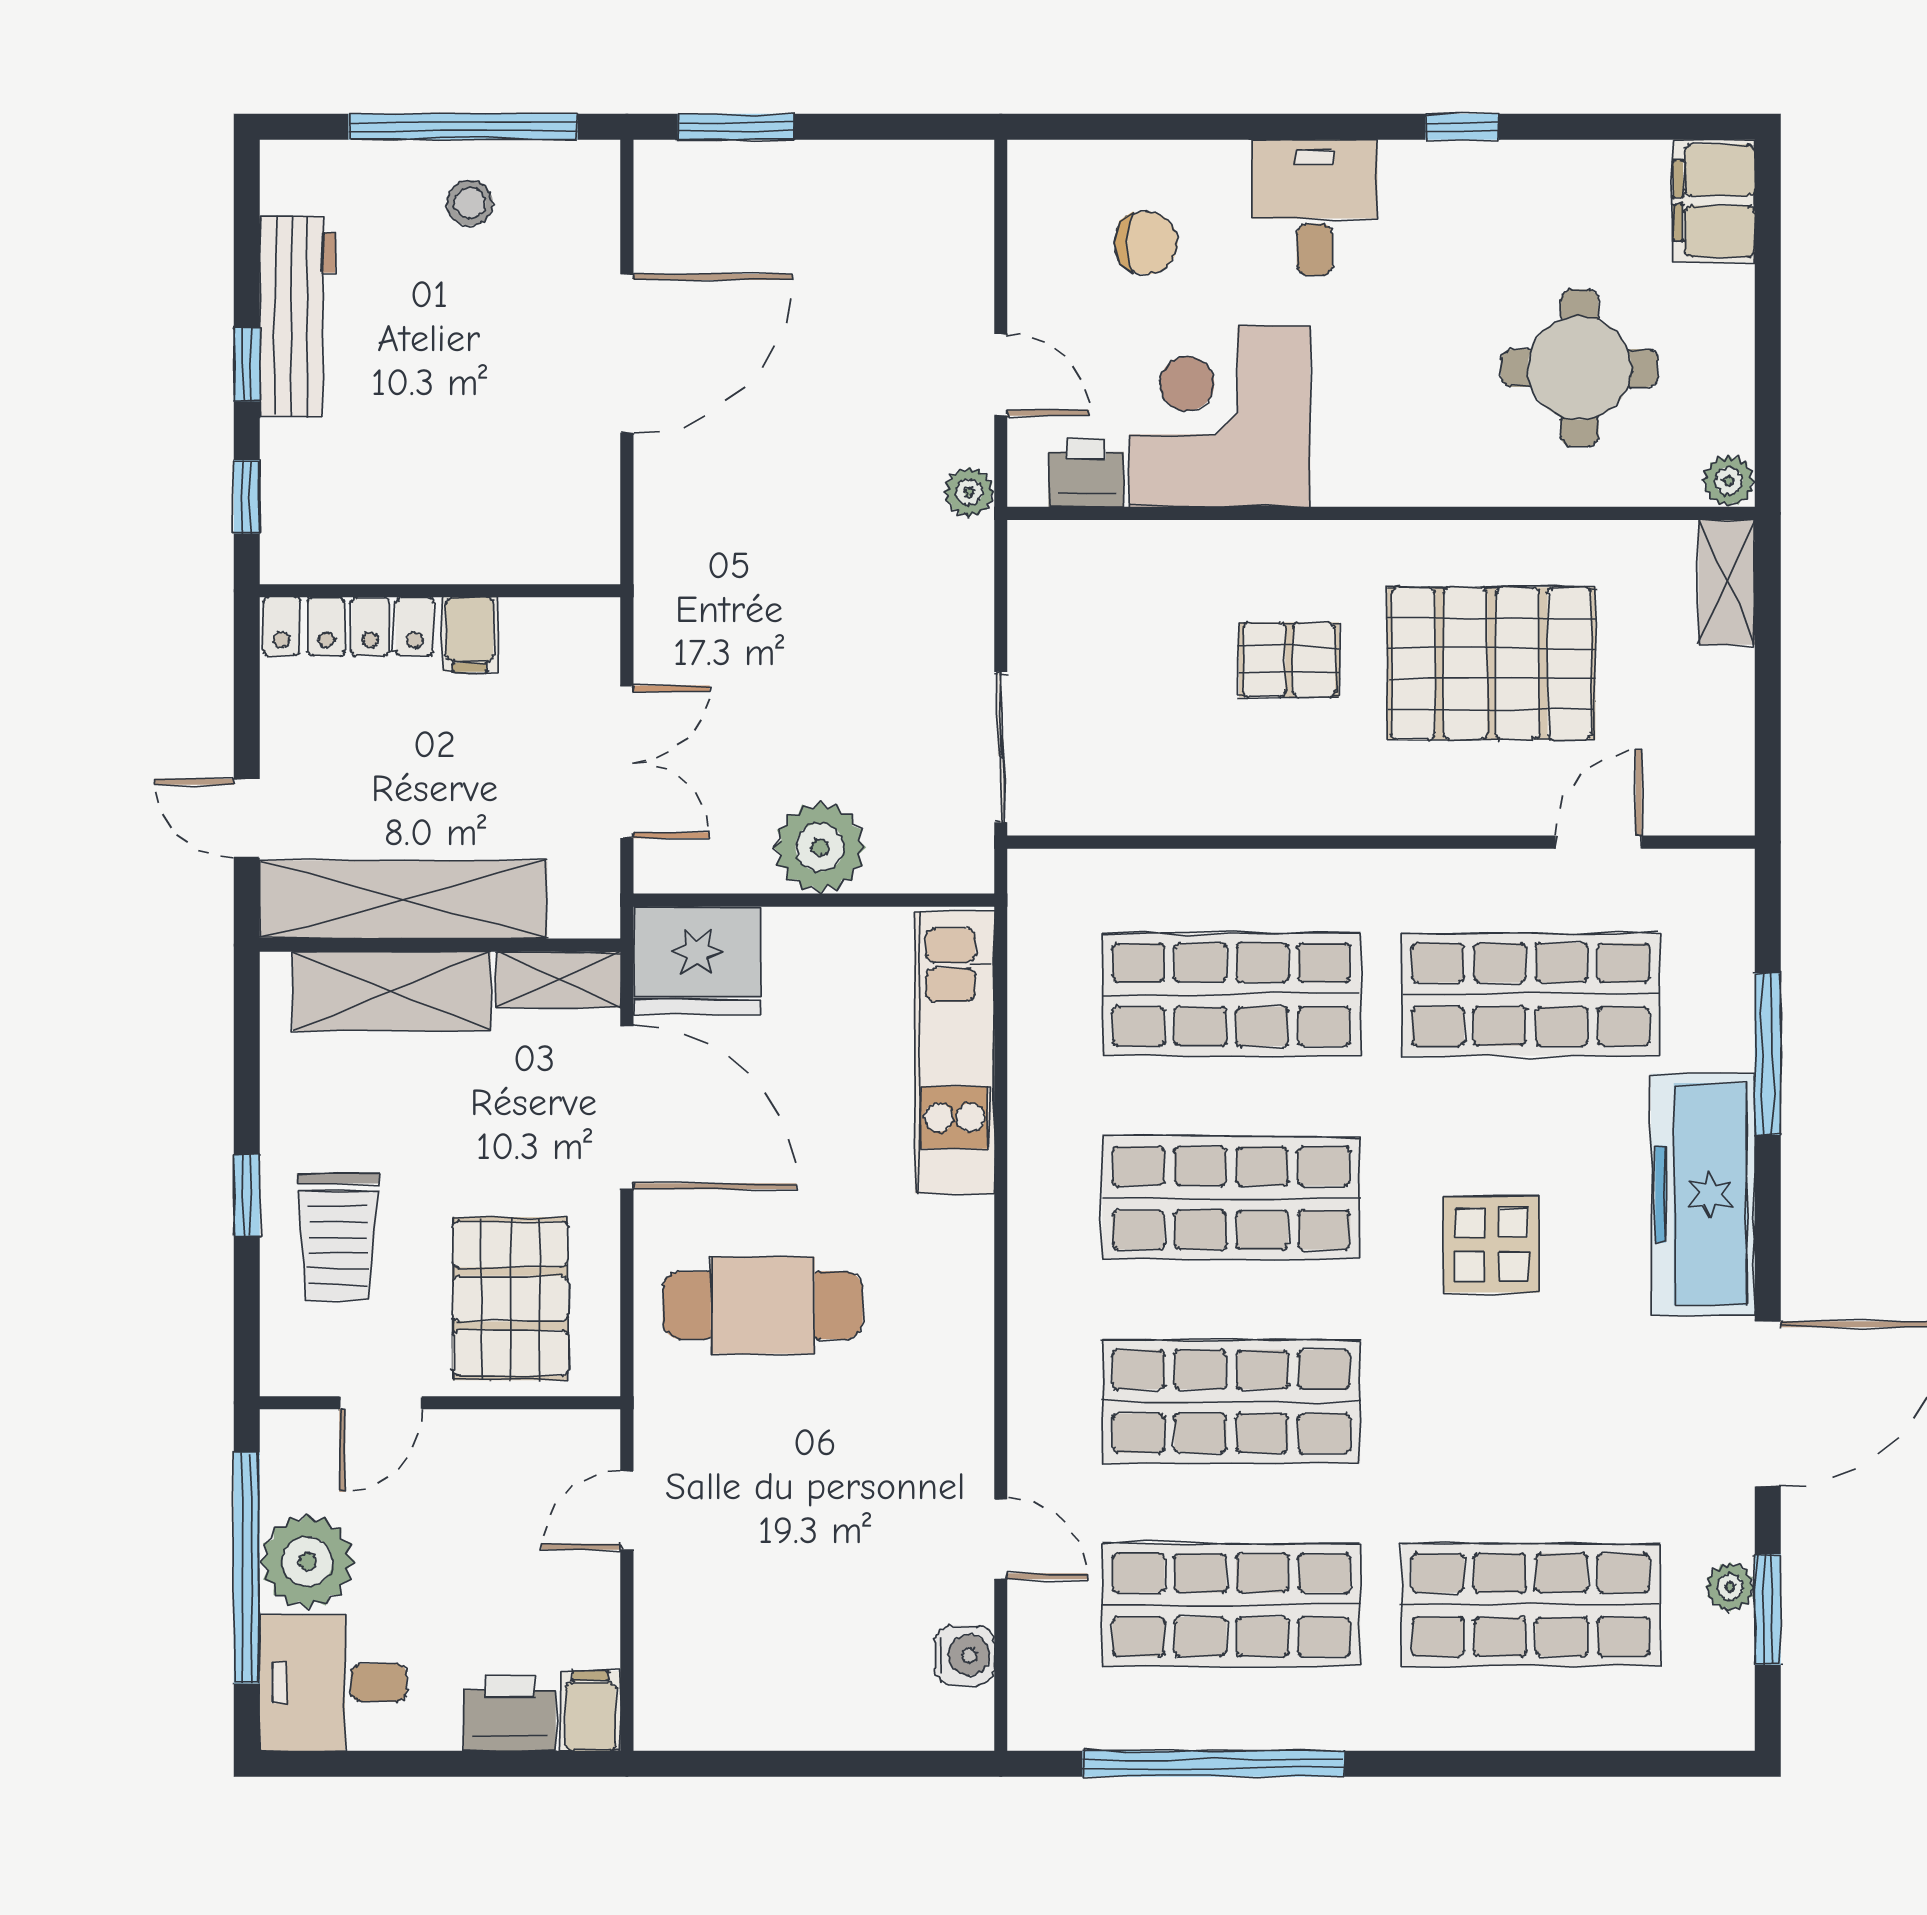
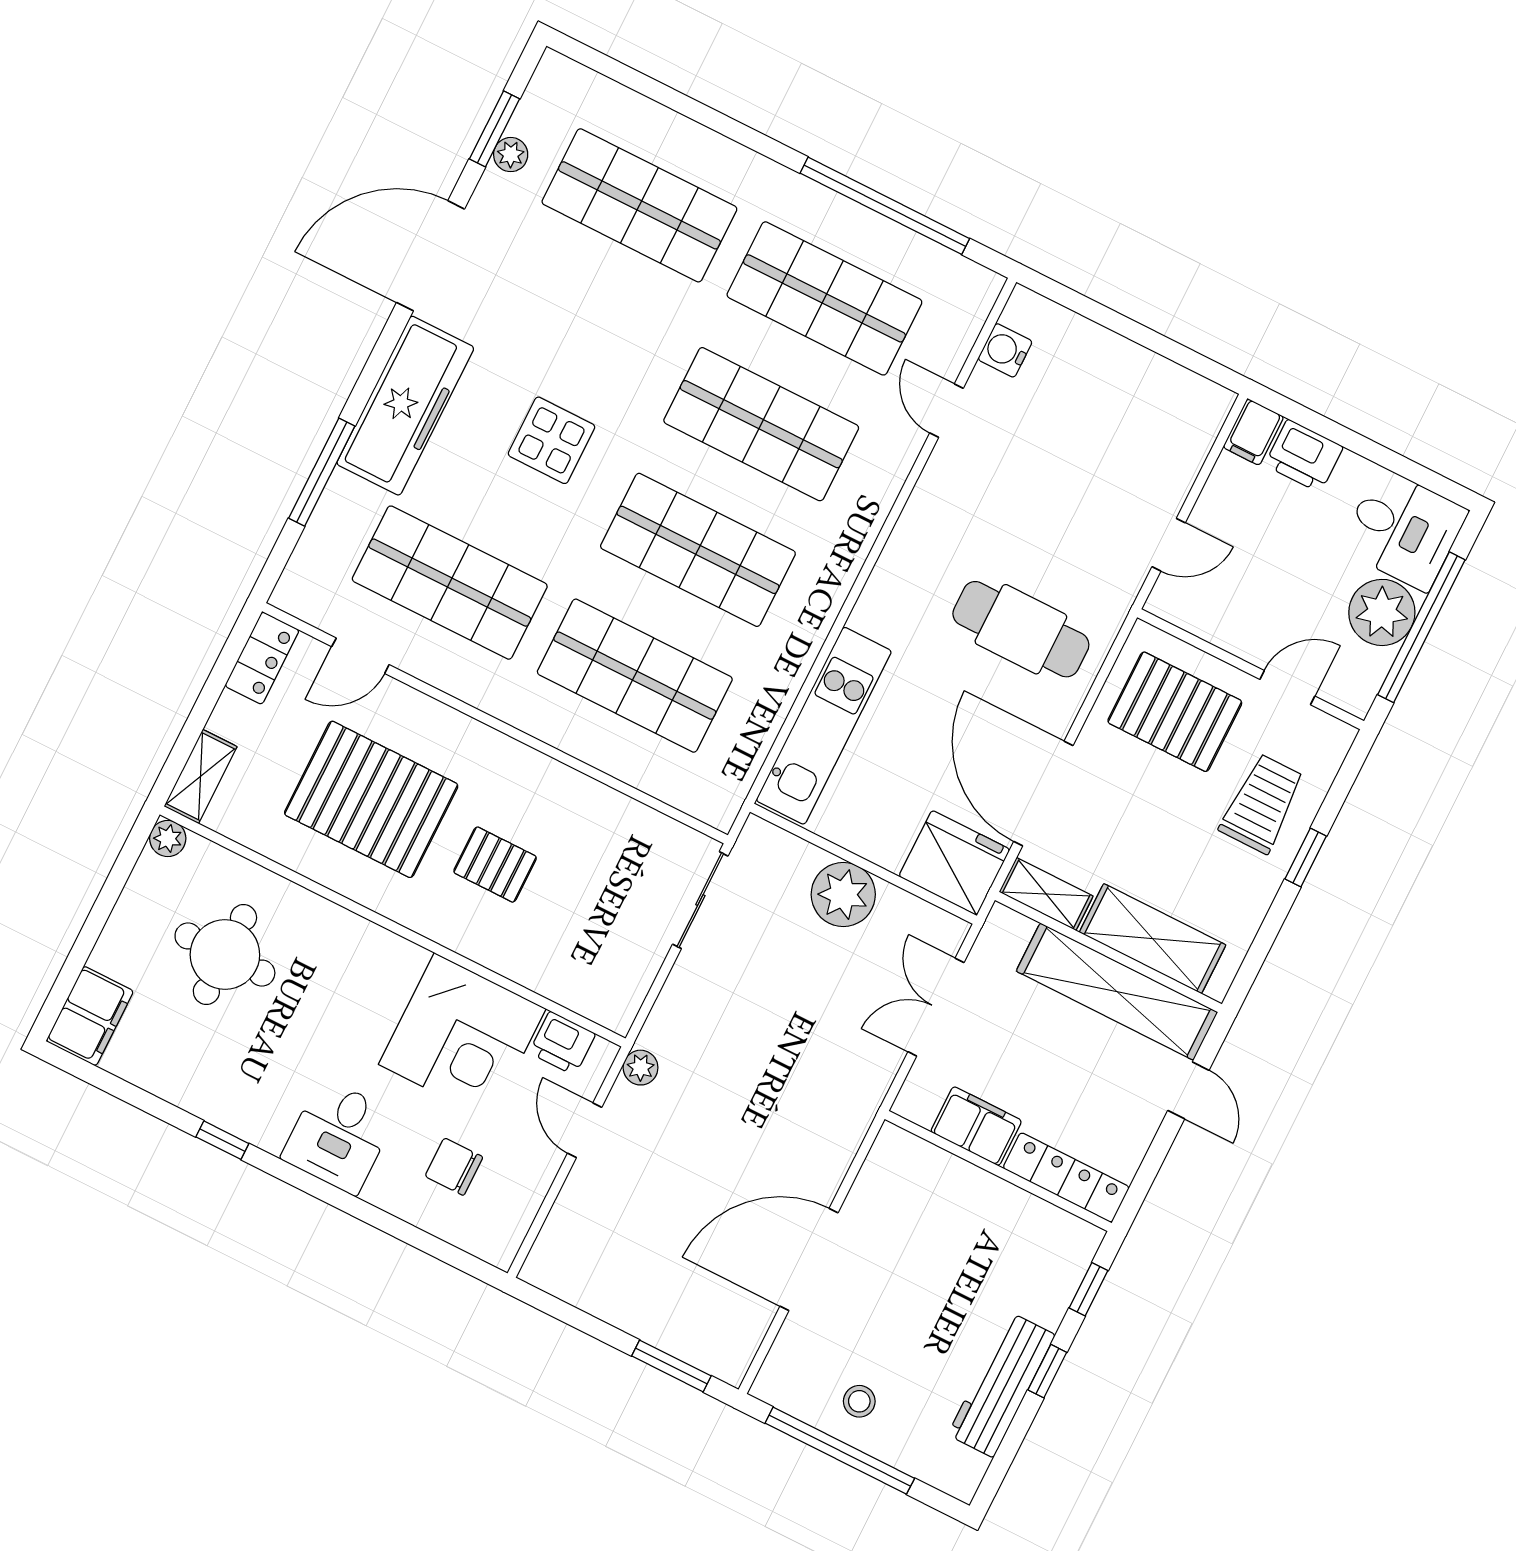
filing cabinet: (470, 634) -> (976, 1126), width x2.00
locker: (1724, 775) -> (262, 658), added
pallet: (510, 1299) -> (1175, 712), turned 90

